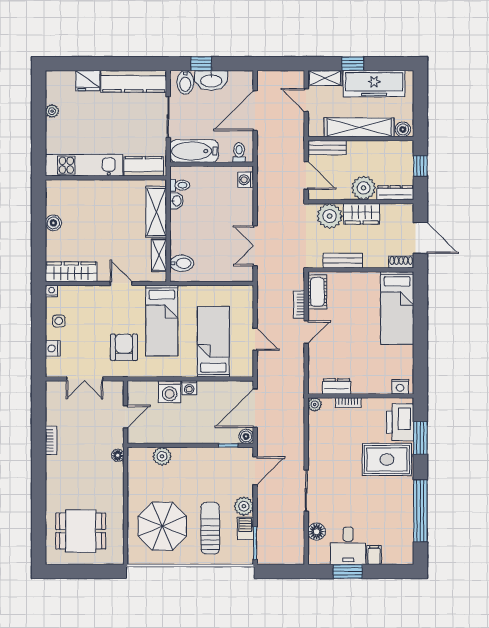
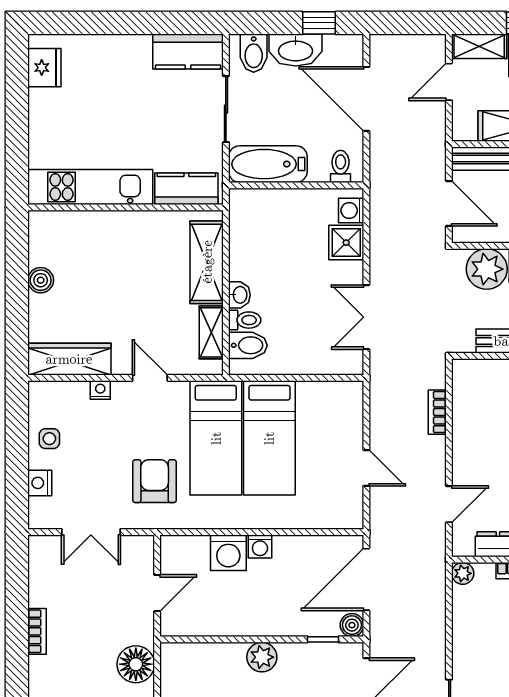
window: (201, 64) -> (319, 23), moved
fridge: (88, 81) -> (44, 68), moved, turned -90
kitchen counter: (134, 81) -> (188, 52), width x0.67
door: (306, 100) -> (449, 82), hinge flipped
plant: (52, 111) -> (38, 100), removed
door: (255, 111) -> (366, 99), hinge flipped
toilet: (180, 185) -> (245, 320), moved
shower: (243, 200) -> (346, 243), added
washbasin: (176, 201) -> (239, 295), moved
nightstand: (52, 291) -> (100, 390), moved
cot: (317, 292) -> (467, 392), removed
door: (306, 332) -> (449, 504), moved
bed: (213, 342) -> (269, 438), moved, turned 180
floor lamp: (118, 455) -> (136, 664), width x1.89, depth x1.89
plant: (162, 456) -> (262, 657), moved

